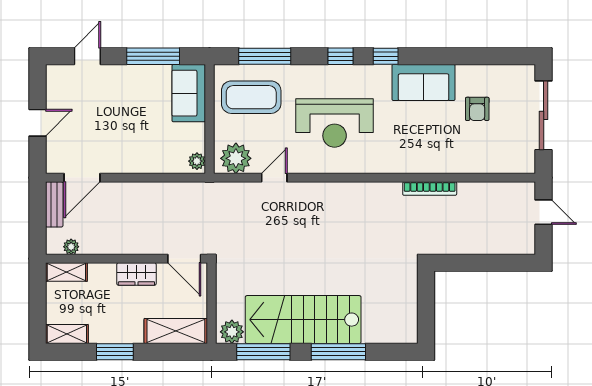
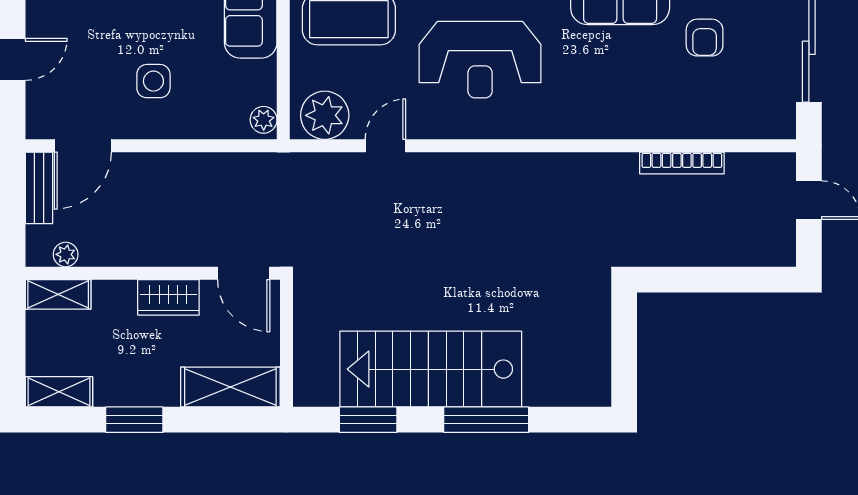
side table: (127, 137) -> (153, 81), added
bookcase: (430, 189) -> (682, 163), moved
plant: (232, 332) -> (319, 388), removed
window: (263, 352) -> (368, 420), width x0.69

